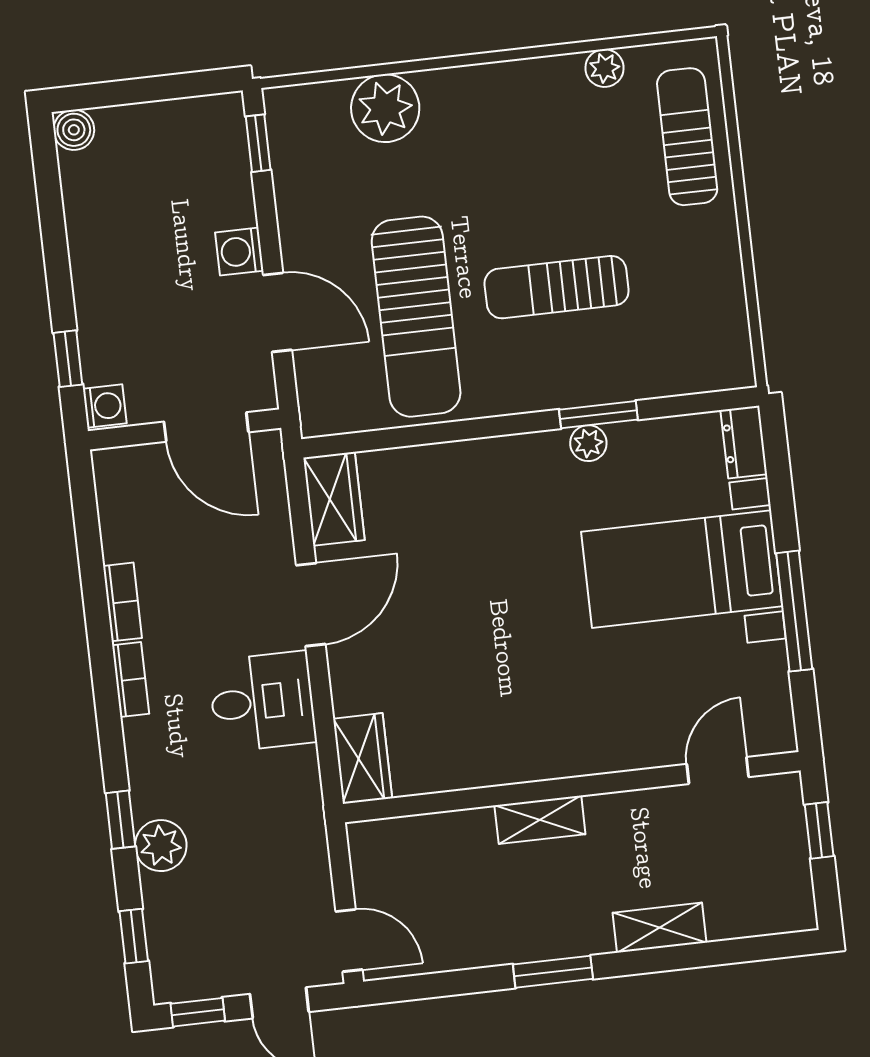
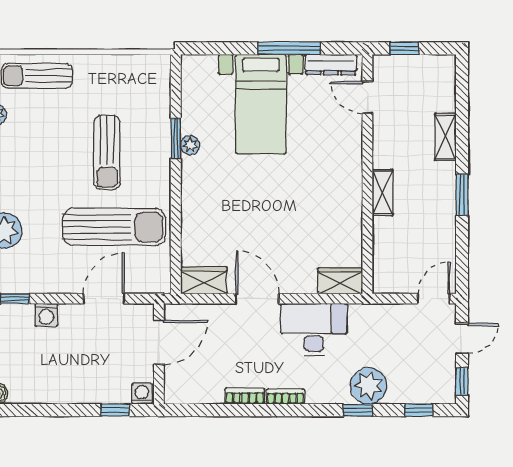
washing machine: (239, 252) -> (46, 315), moved
dresser: (744, 442) -> (331, 64), moved, width x1.44
desk: (262, 702) -> (314, 330), width x1.37
plant: (161, 846) -> (369, 386), width x1.36, depth x1.36

